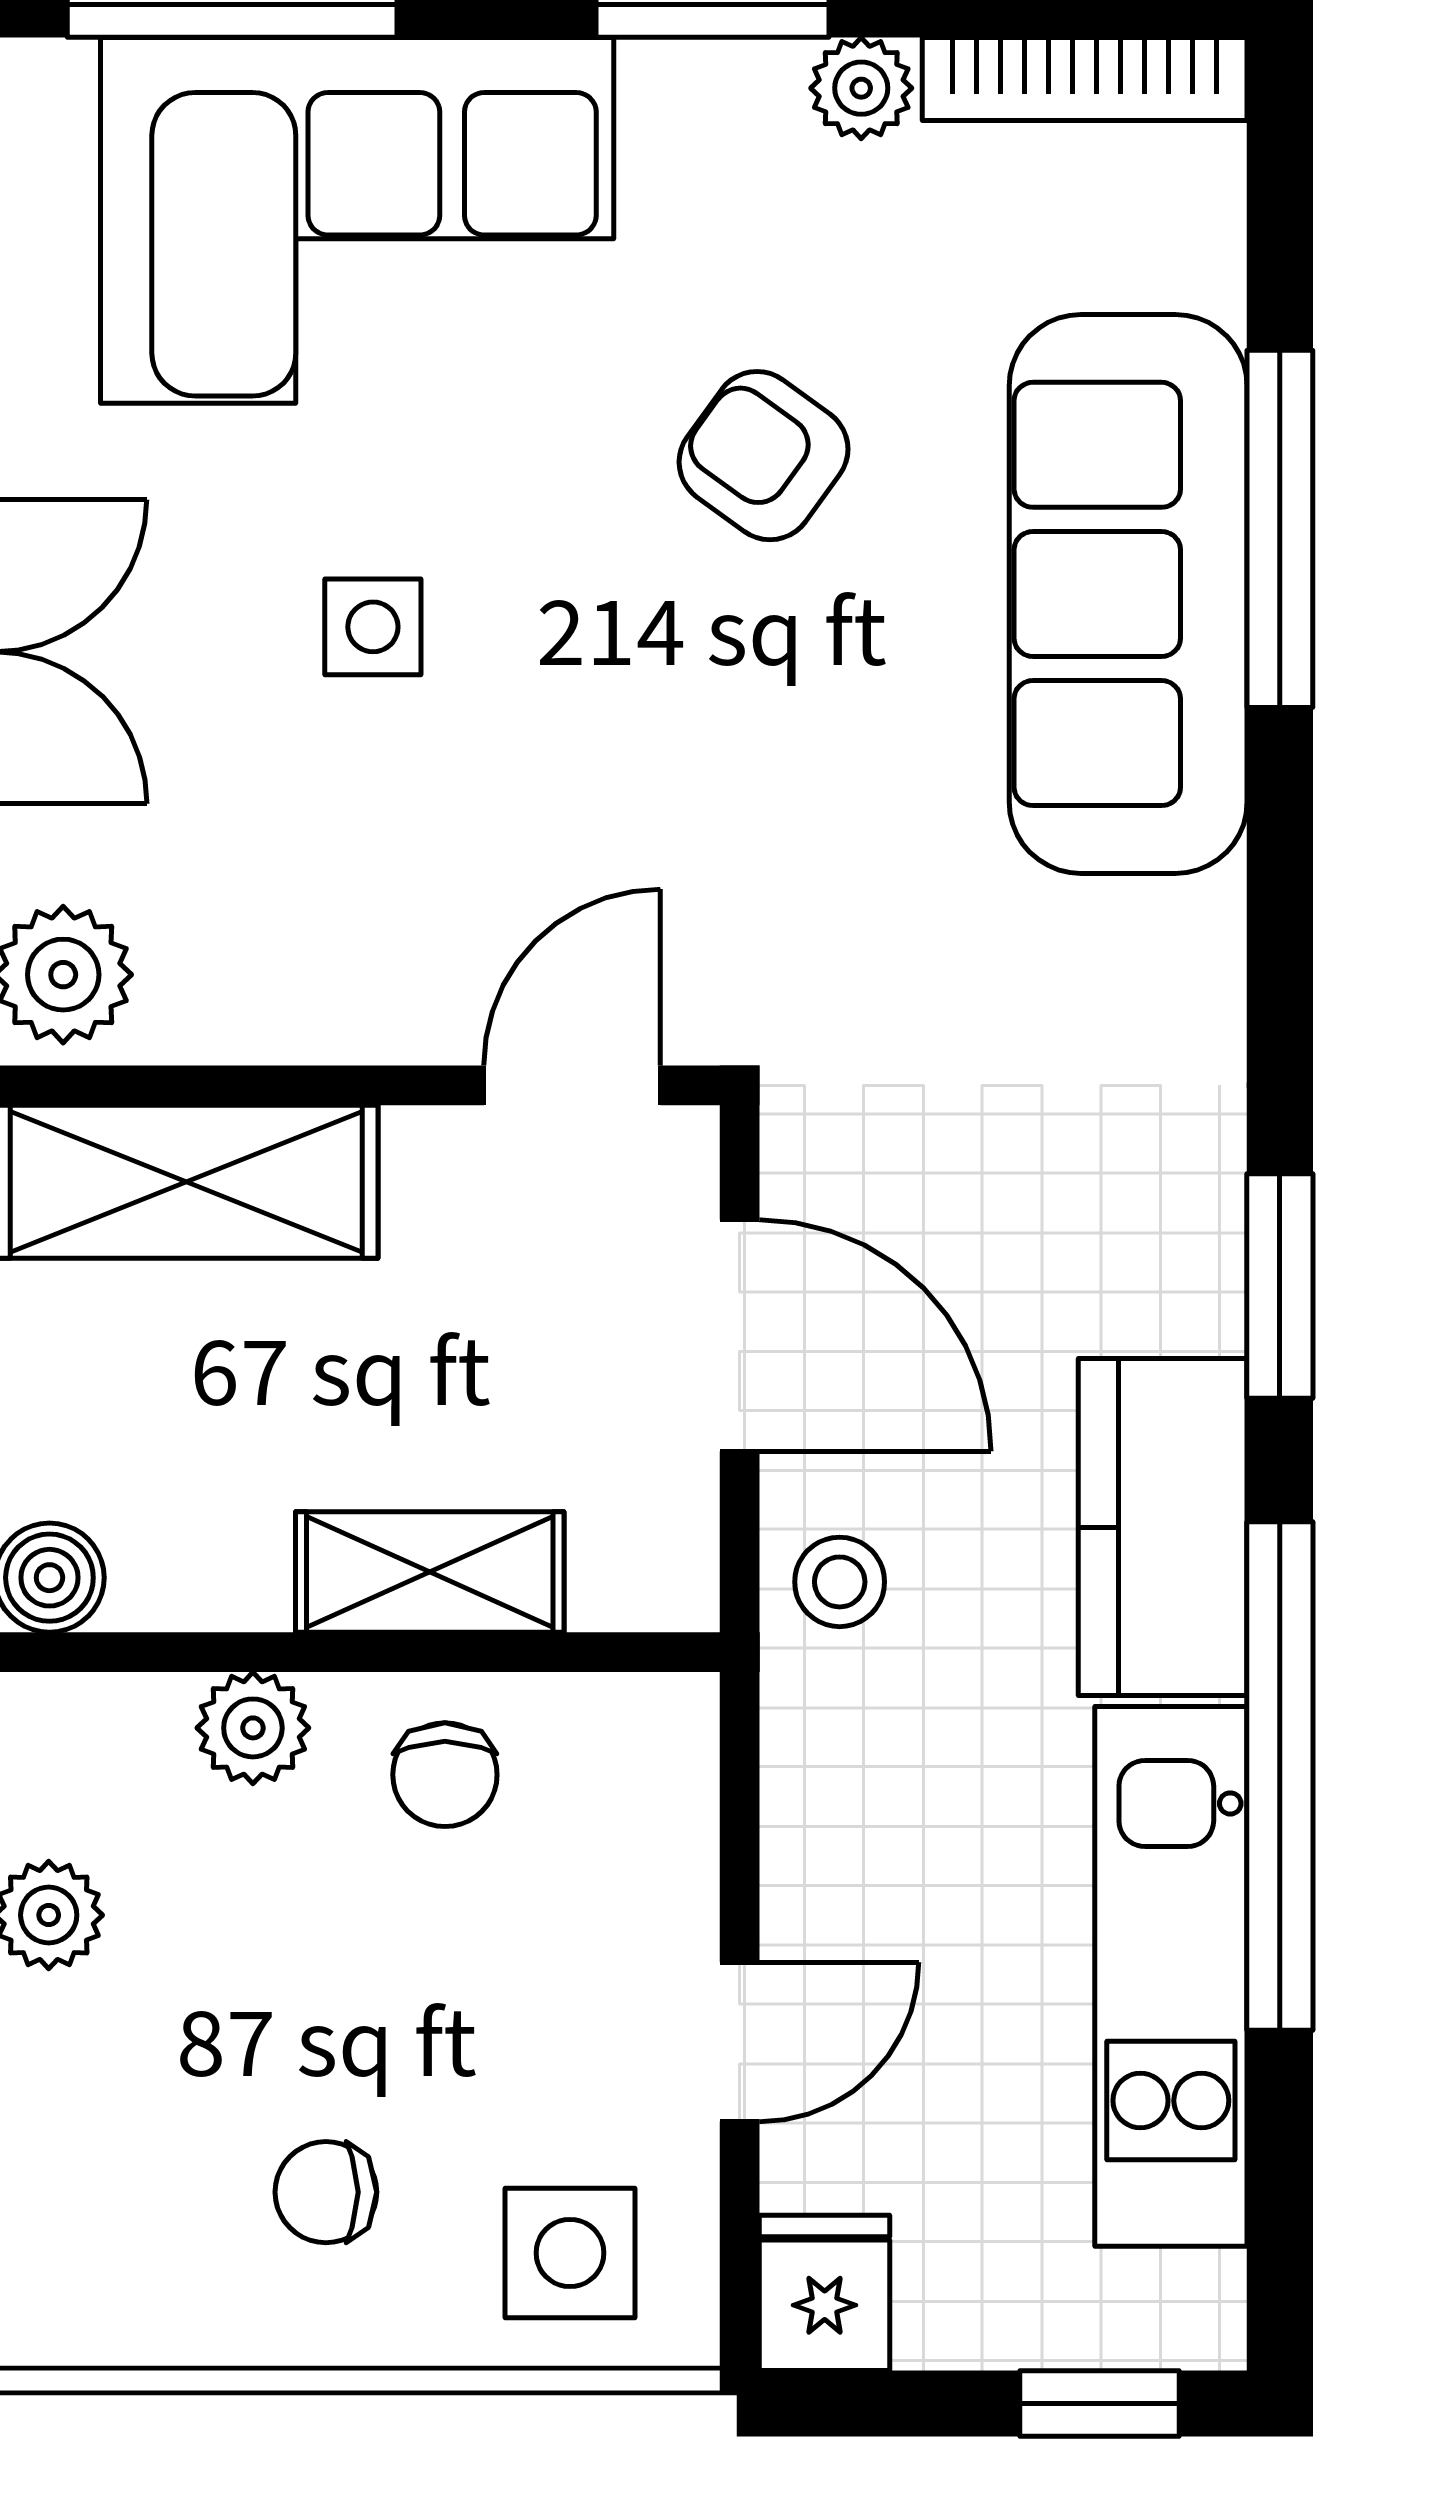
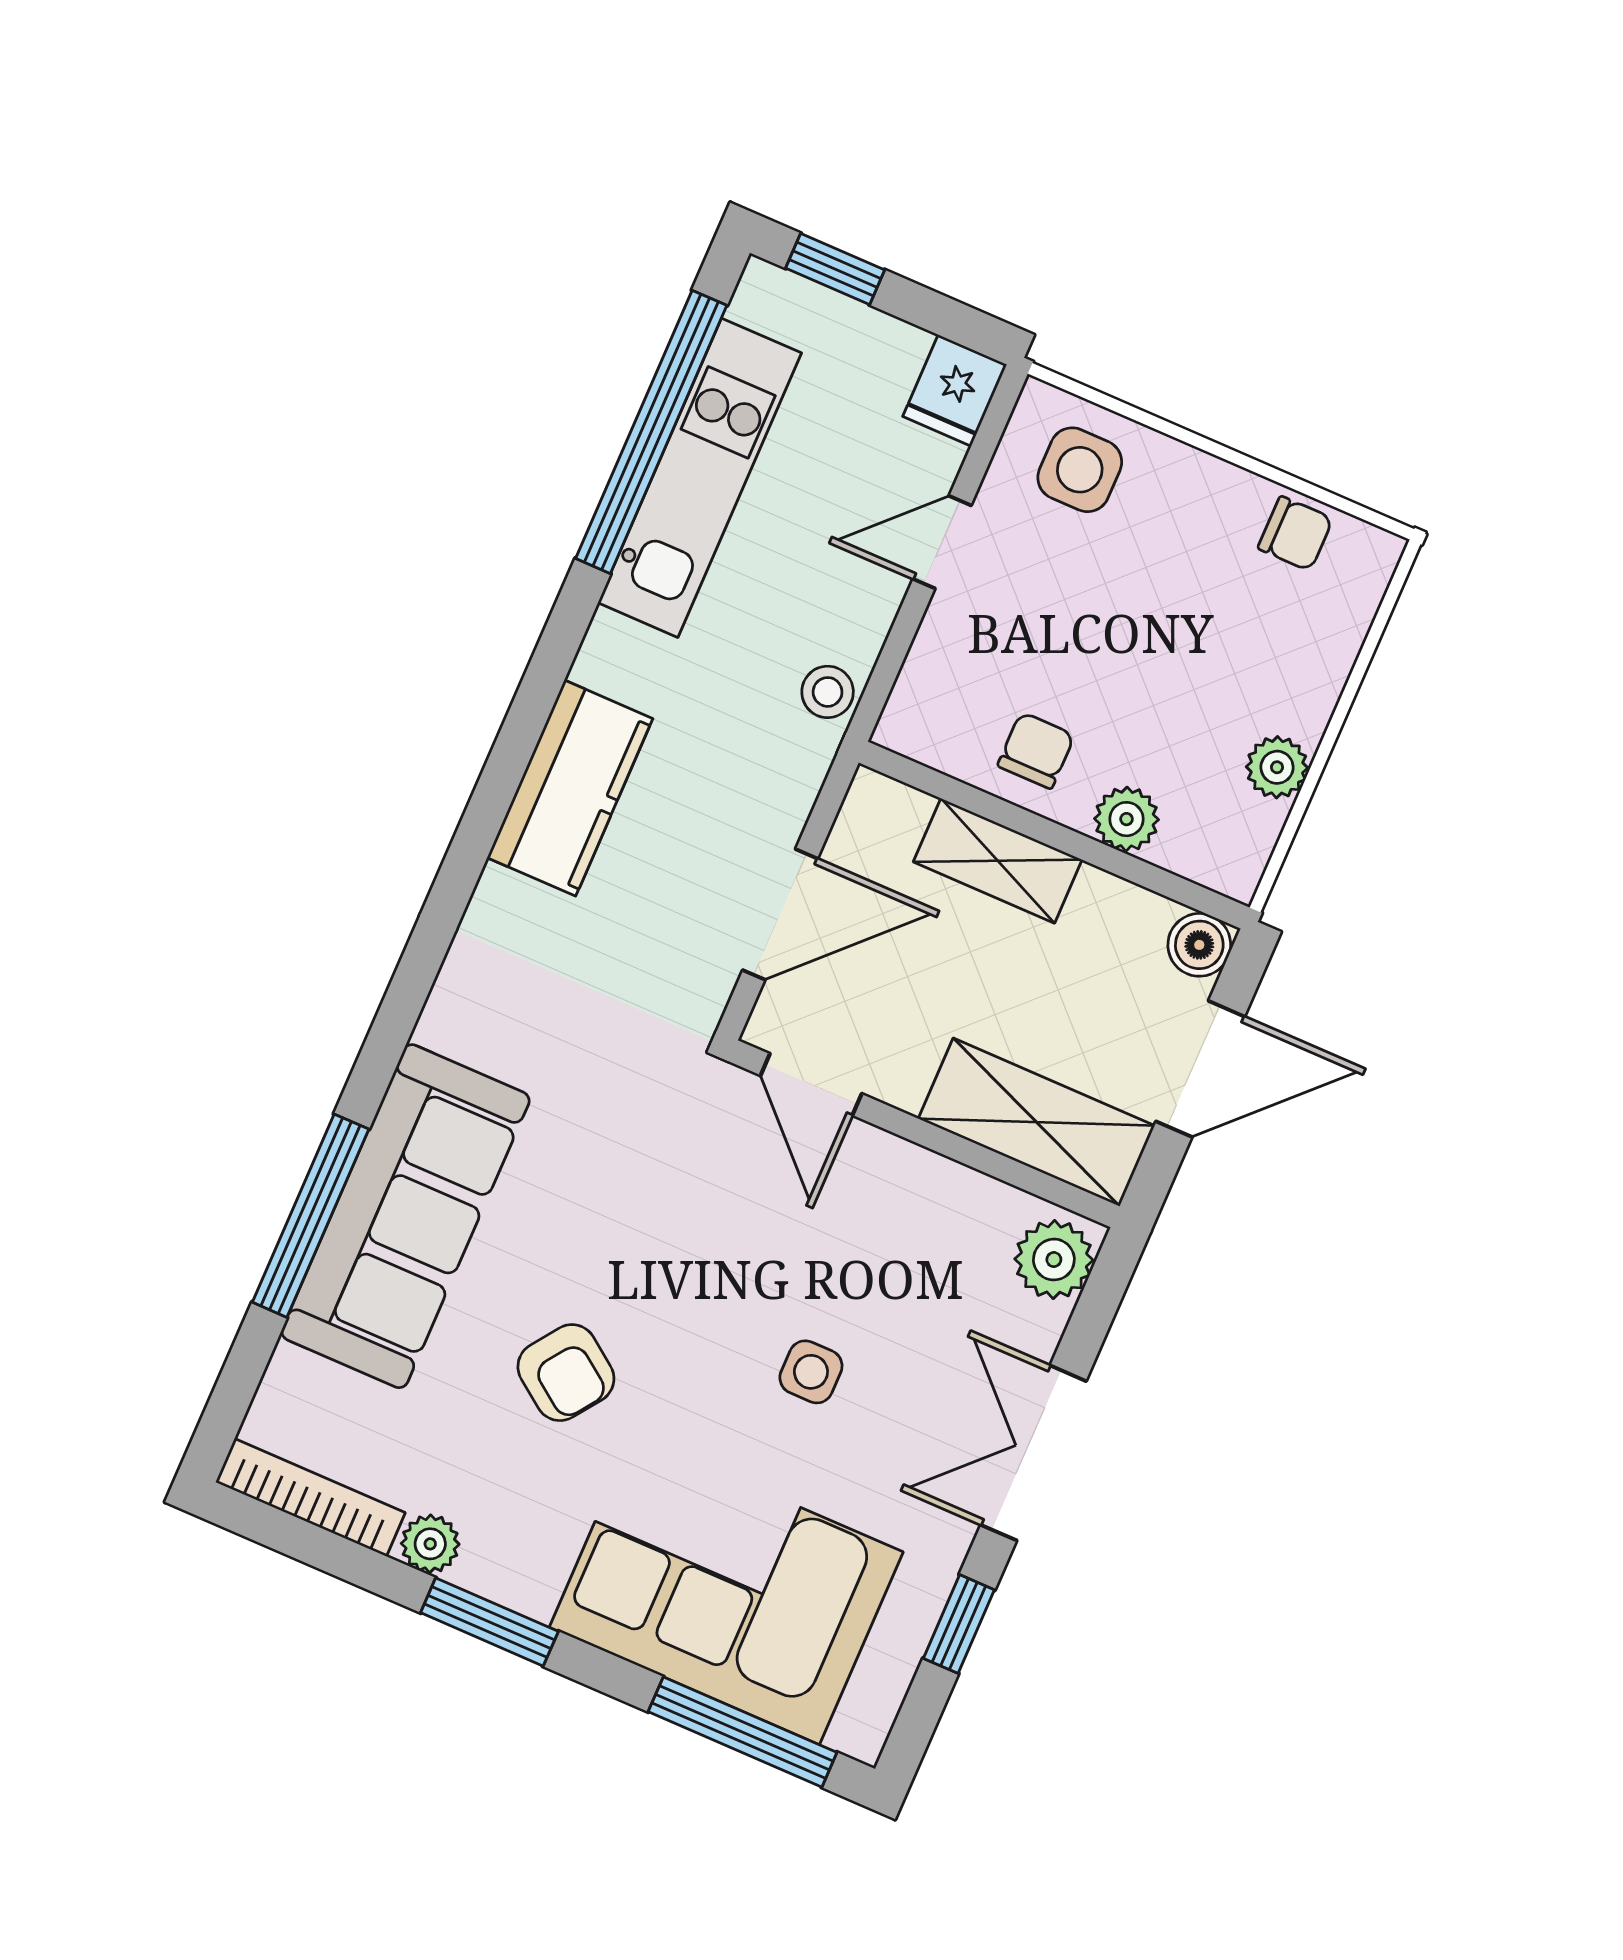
door: (572, 1085) -> (811, 1085), hinge flipped
window: (1280, 1286) -> (484, 817), removed
door: (740, 1336) -> (780, 914), swing flipped
kitchen counter: (1163, 1527) -> (570, 788), moved
stool: (840, 1582) -> (828, 692), moved
window: (1280, 1776) -> (651, 432), moved
chair: (326, 2192) -> (1295, 533), moved

